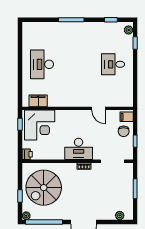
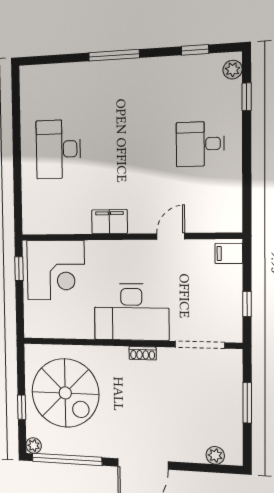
filing cabinet: (38, 101) -> (110, 222), moved
door: (99, 108) -> (171, 236), swing flipped
chair: (124, 131) -> (223, 284), removed
desk: (79, 149) -> (131, 312), width x1.36, depth x1.30
printer: (27, 154) -> (33, 327), removed
spiral stairs: (44, 188) -> (65, 393), turned -90

